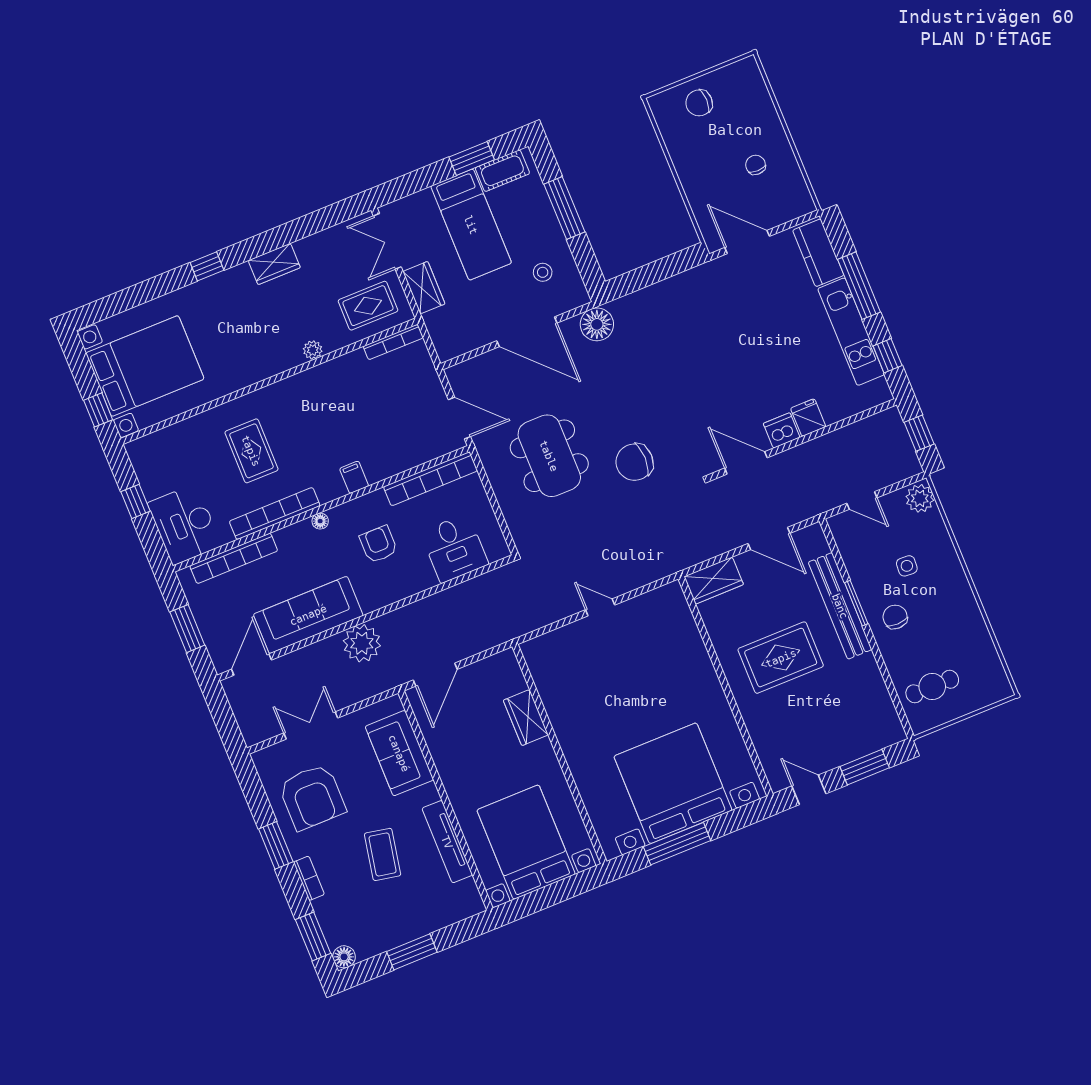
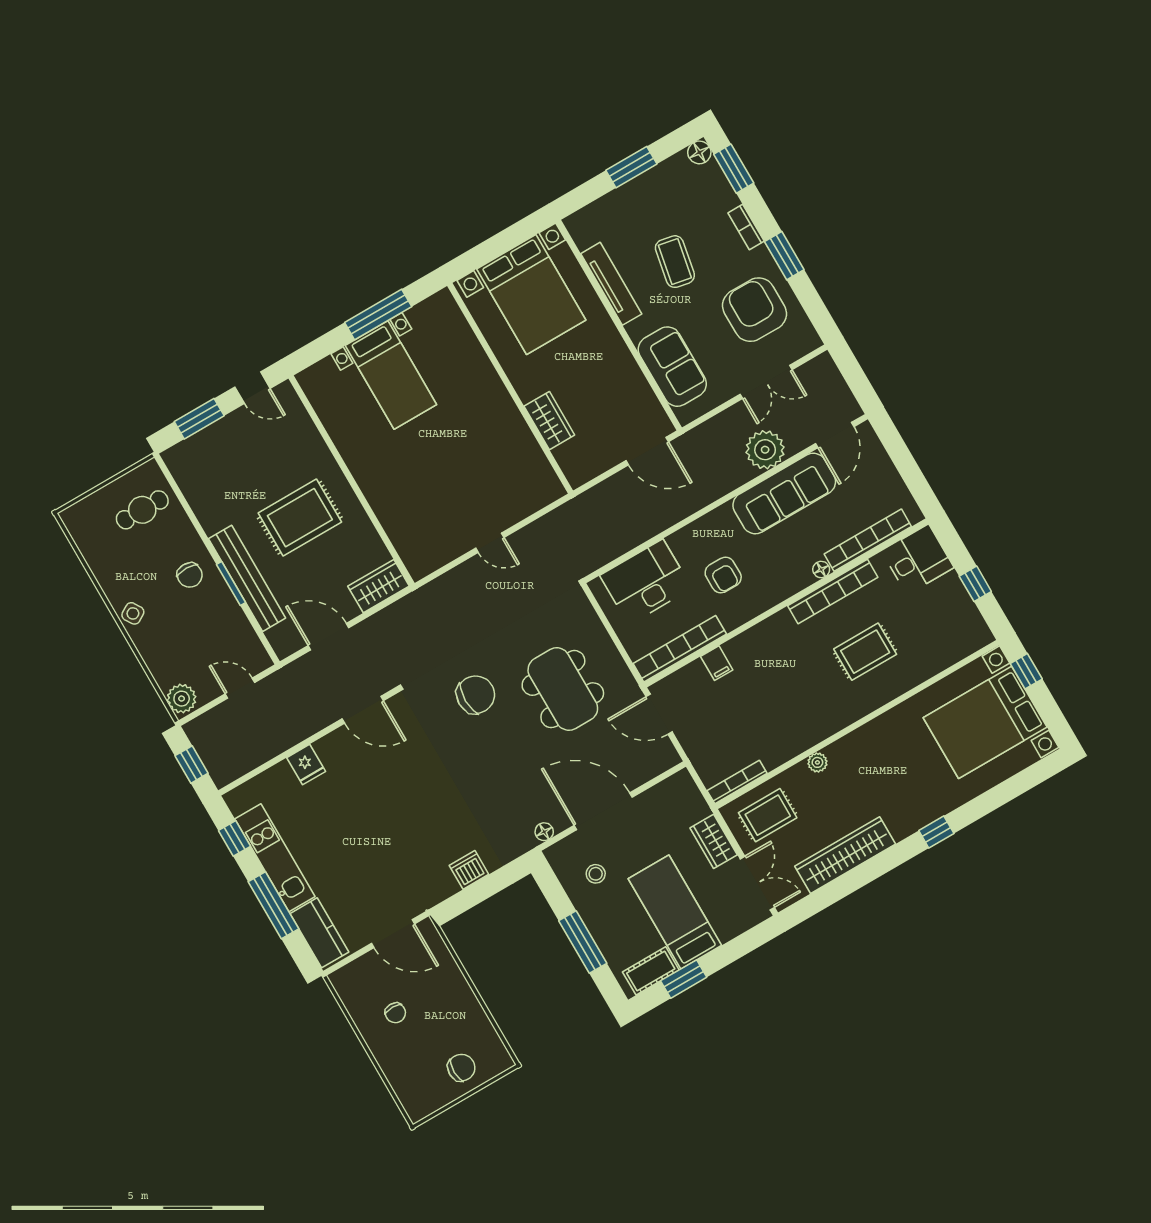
wardrobe: (274, 264) -> (845, 855), width x2.10, depth x1.17
floor lamp: (597, 324) -> (544, 832), width x0.53, depth x0.53
dishwasher: (782, 430) -> (469, 870), moved, turned 180
rug: (251, 451) -> (865, 652), turned 90
filing cabinet: (354, 477) -> (717, 663), moved
floor lamp: (320, 521) -> (821, 570), moved
desk: (184, 524) -> (918, 559), width x0.73
desk: (454, 548) -> (646, 582), width x1.37
side table: (907, 566) -> (133, 613), moved, turned -36
window: (187, 629) -> (905, 463), removed
plant: (362, 643) -> (765, 450), moved
door: (435, 675) -> (647, 451), swing flipped
bed with nightstands: (673, 783) -> (391, 375), width x0.54

